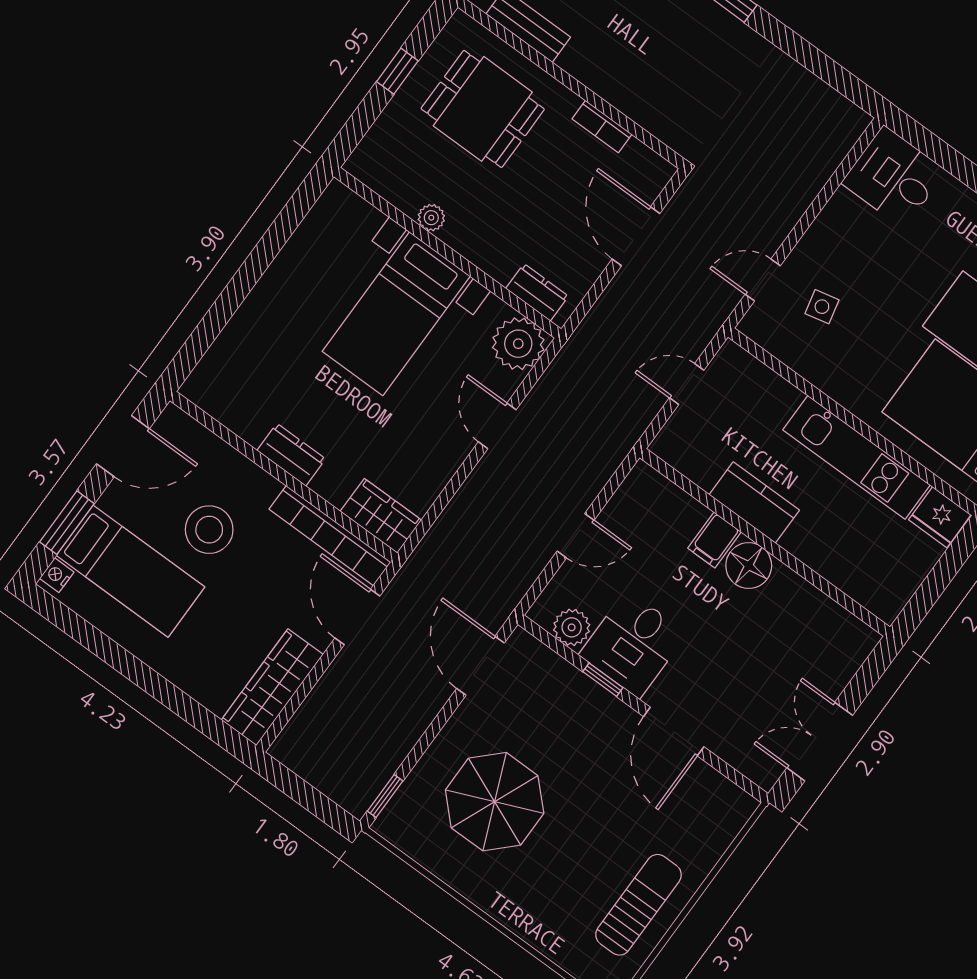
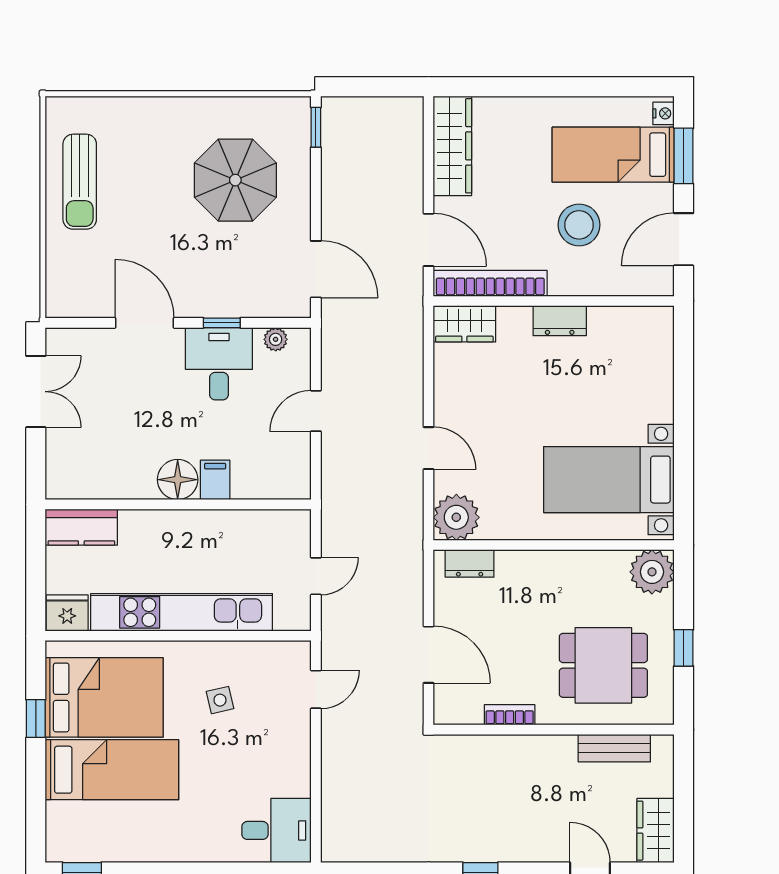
plant: (431, 218) -> (652, 572), moved, width x1.88, depth x1.88
side table: (822, 307) -> (220, 700), moved
bed with nightstands: (396, 314) -> (609, 480), moved, turned -90
kitchen unit: (857, 457) -> (182, 612), width x1.36
kitchen counter: (754, 503) -> (81, 527), moved
plant: (572, 627) -> (276, 339), width x0.73, depth x0.73

